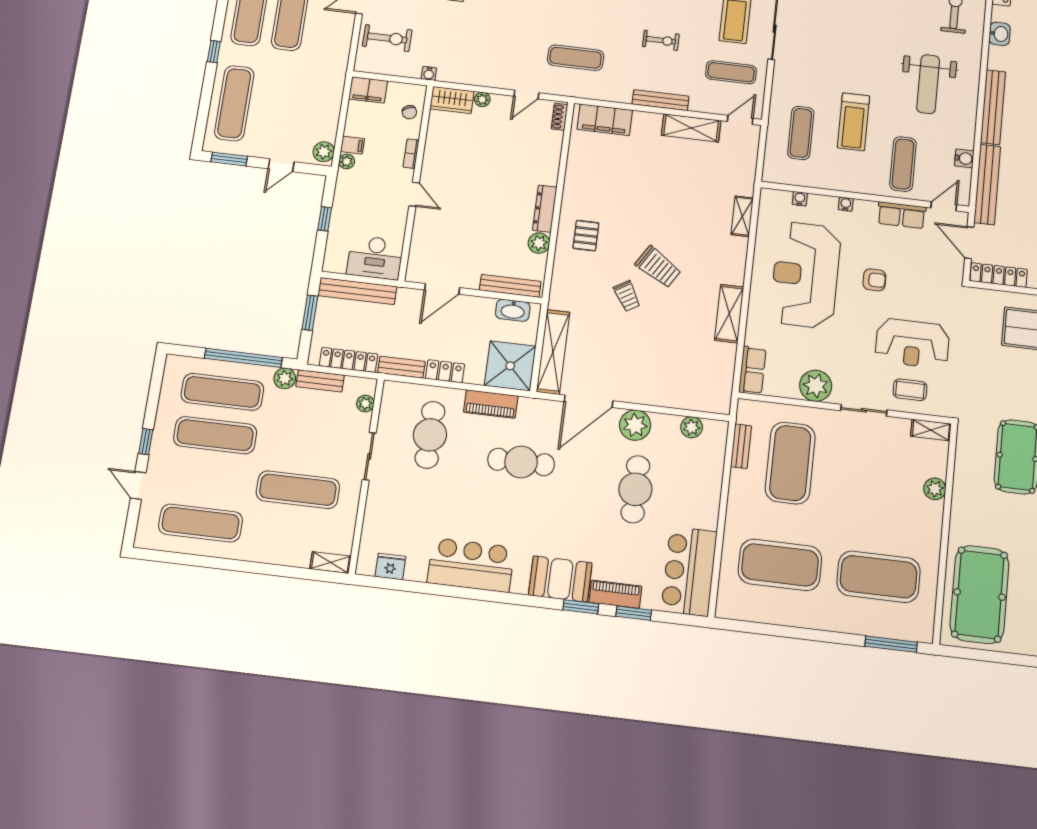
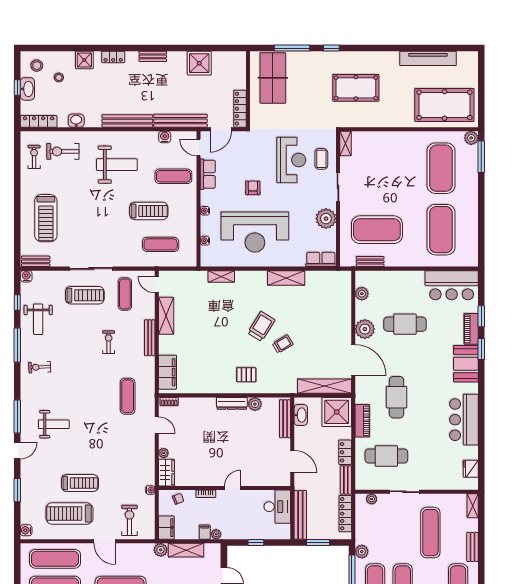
shelving: (329, 114) -> (186, 550), added
plant: (324, 152) -> (161, 550), moved
bench: (320, 381) -> (472, 547), moved
plant: (935, 489) -> (471, 138), moved

